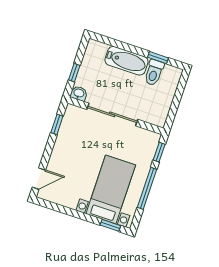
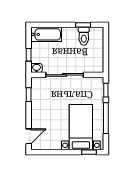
bathtub: (126, 61) -> (46, 34), moved

